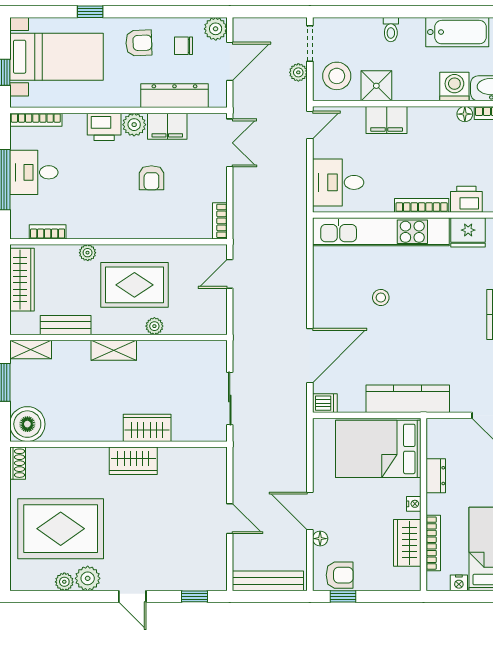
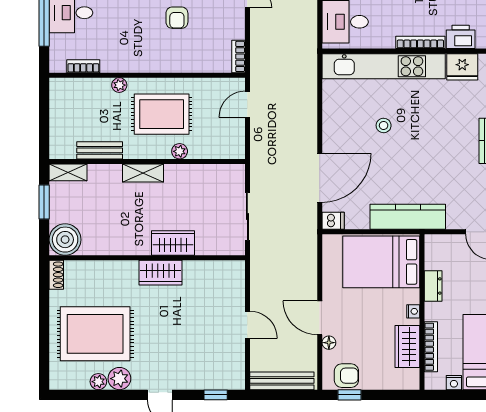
wardrobe: (22, 280) -> (60, 109), removed

